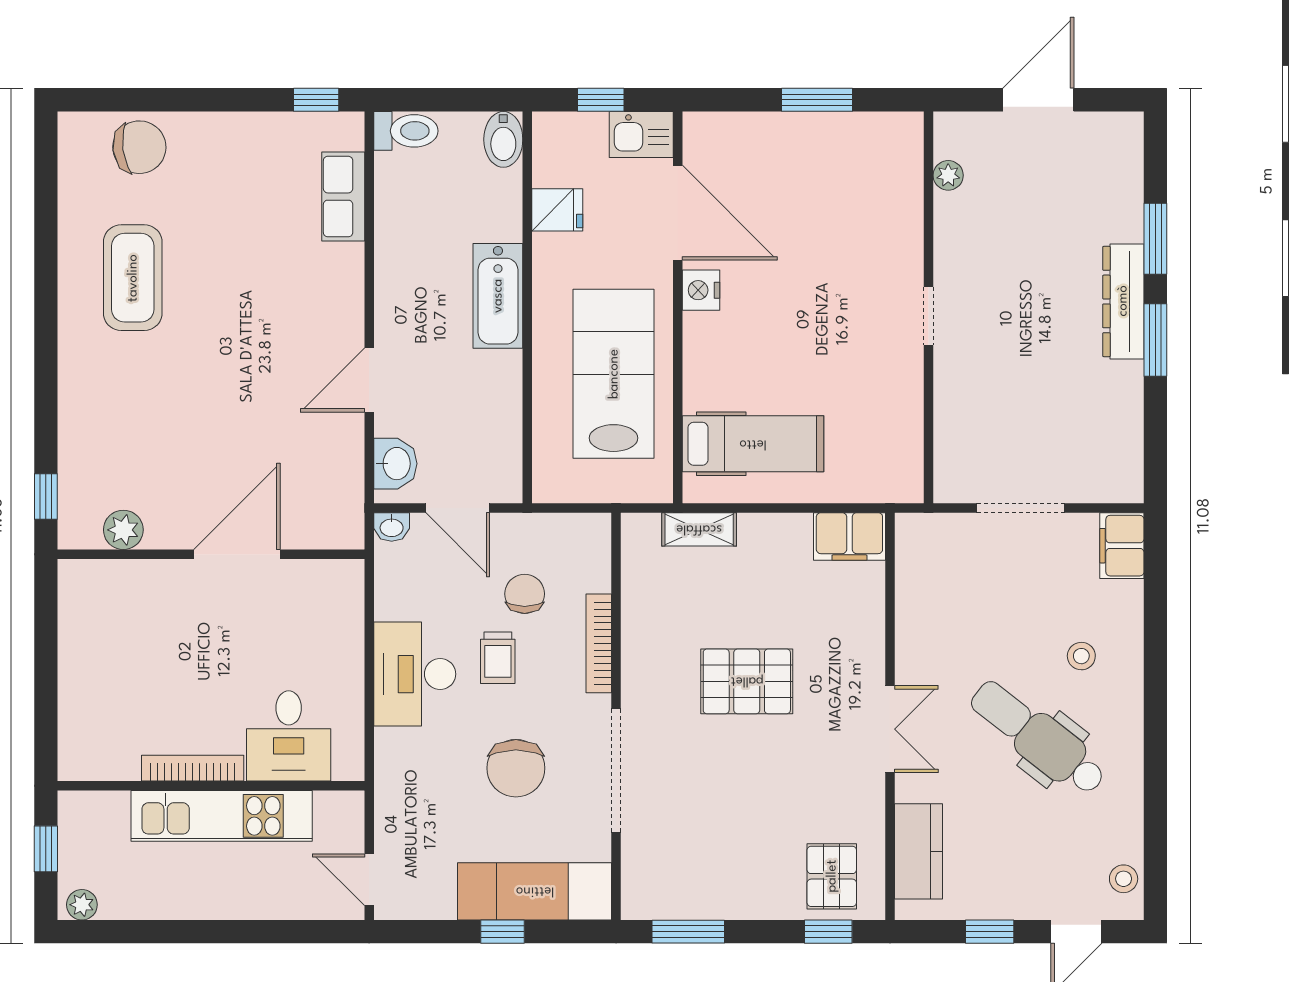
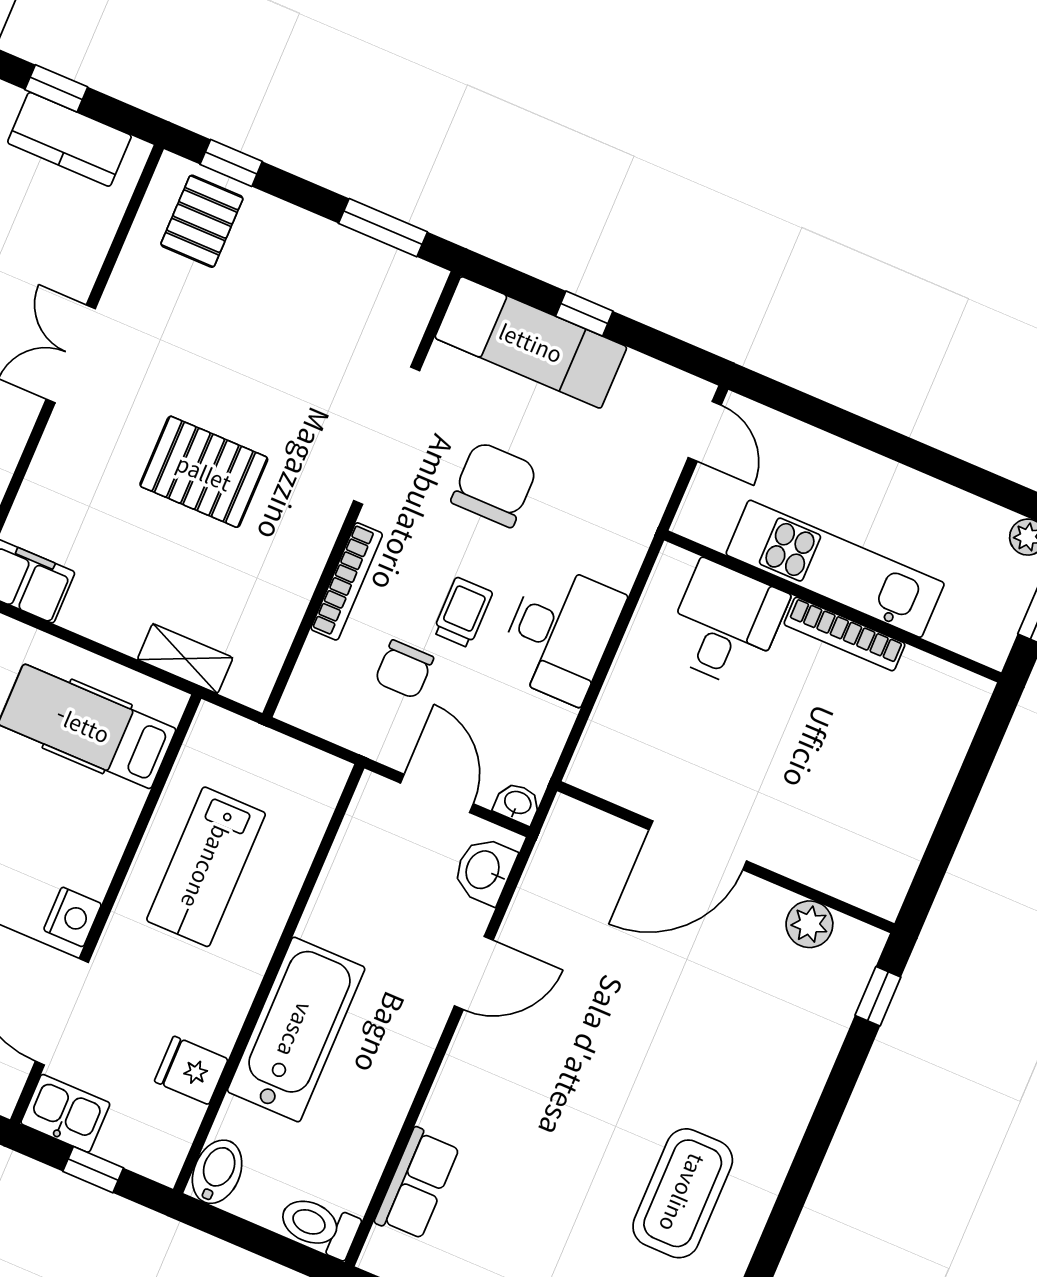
bathtub: (498, 296) -> (296, 1030), width x1.36, depth x1.36
lab bench: (614, 374) -> (206, 867), width x0.73, depth x0.72
kitchen counter: (918, 851) -> (69, 139), moved, turned -90

